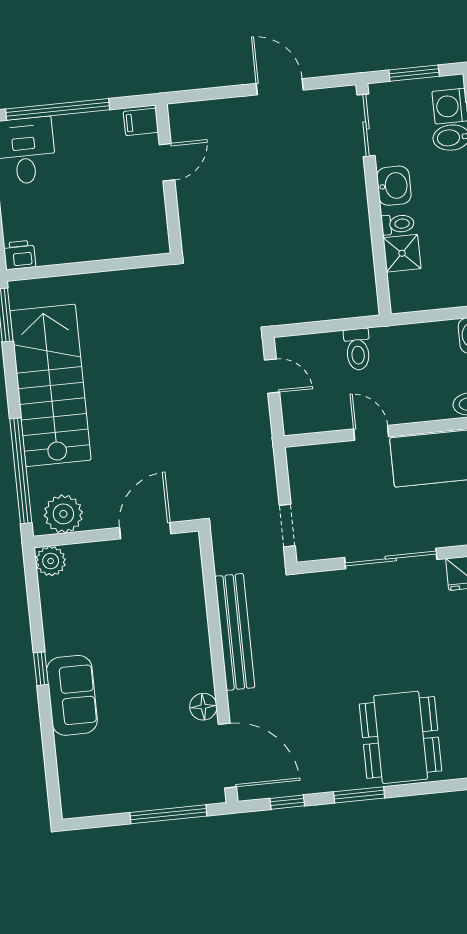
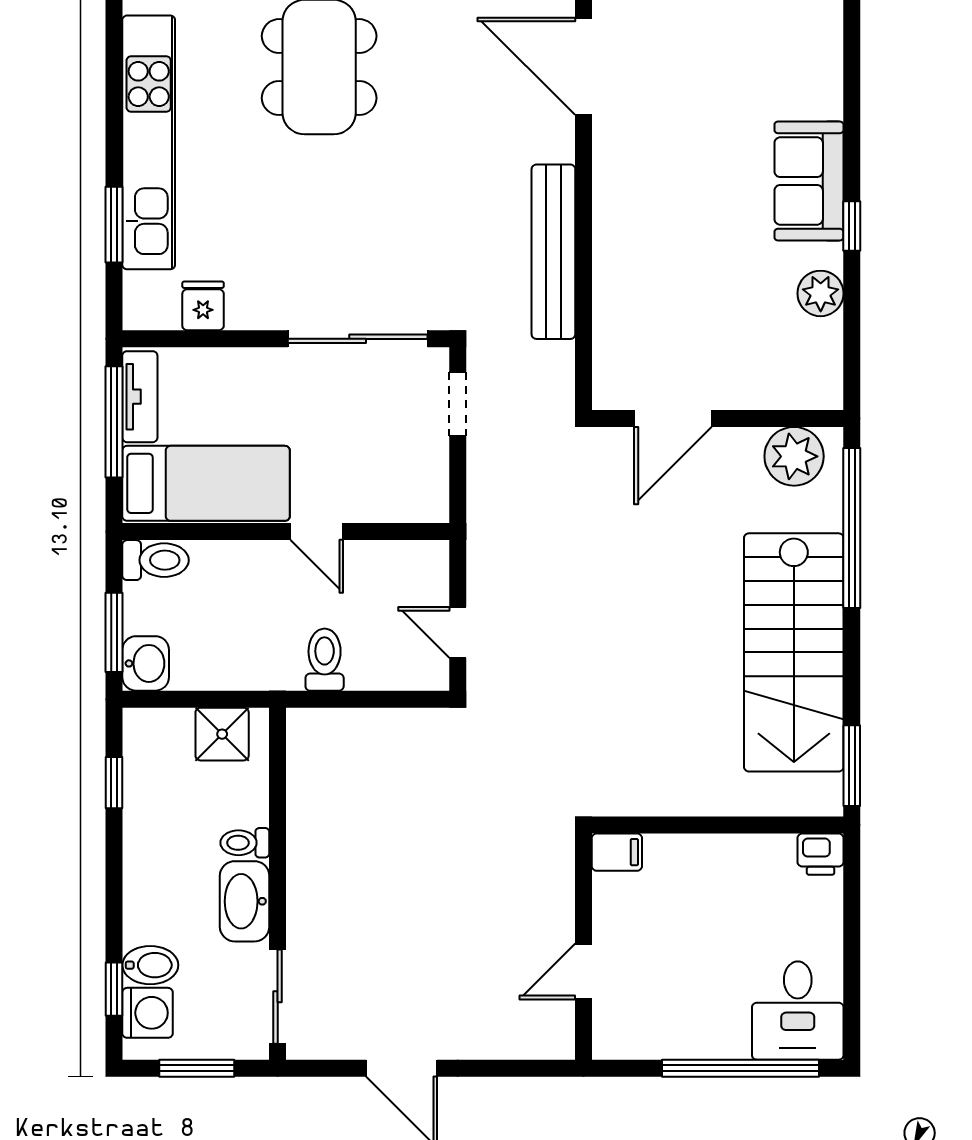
filing cabinet: (141, 122) -> (617, 852), moved
washbasin: (394, 186) -> (245, 901), width x1.38
shower: (402, 253) -> (222, 734), moved
sliding door: (391, 558) -> (358, 339), moved
plant: (51, 561) -> (821, 293), moved
floor lamp: (203, 707) -> (612, 144), removed

